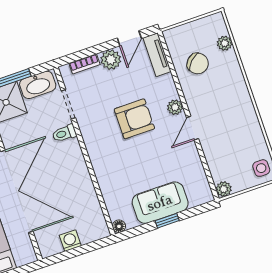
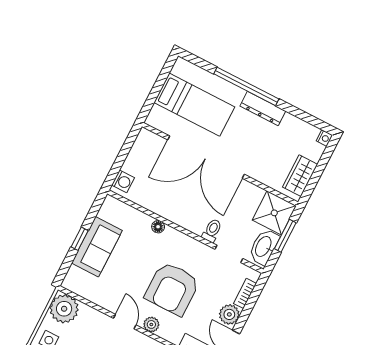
armchair: (134, 119) -> (172, 289), width x1.36, depth x1.36
plant: (224, 189) -> (64, 309), width x1.87, depth x1.87
floor lamp: (119, 226) -> (158, 227), moved
washing machine: (70, 241) -> (123, 181), moved

